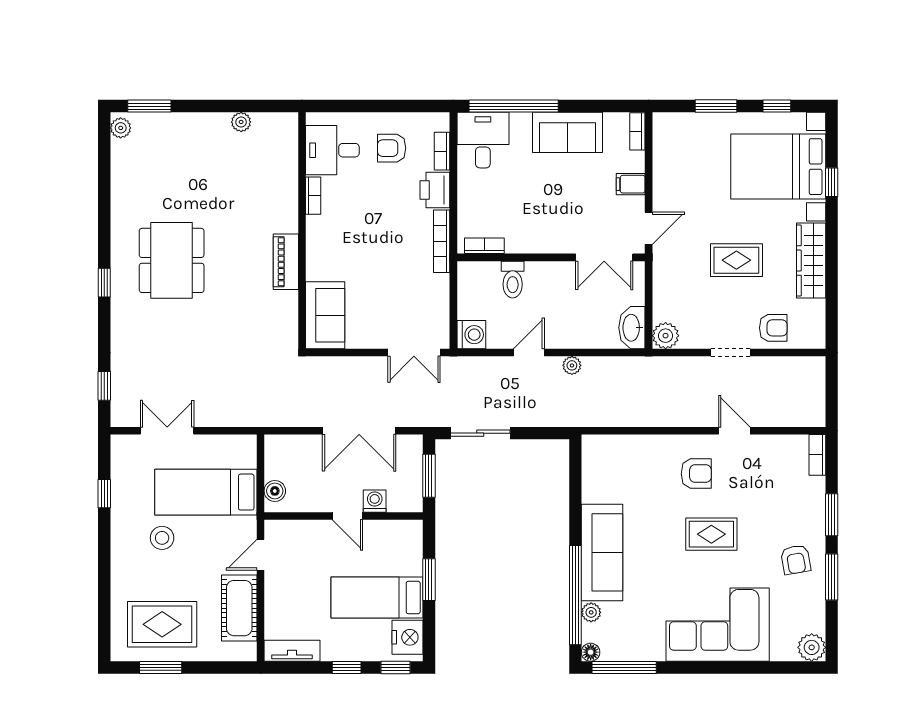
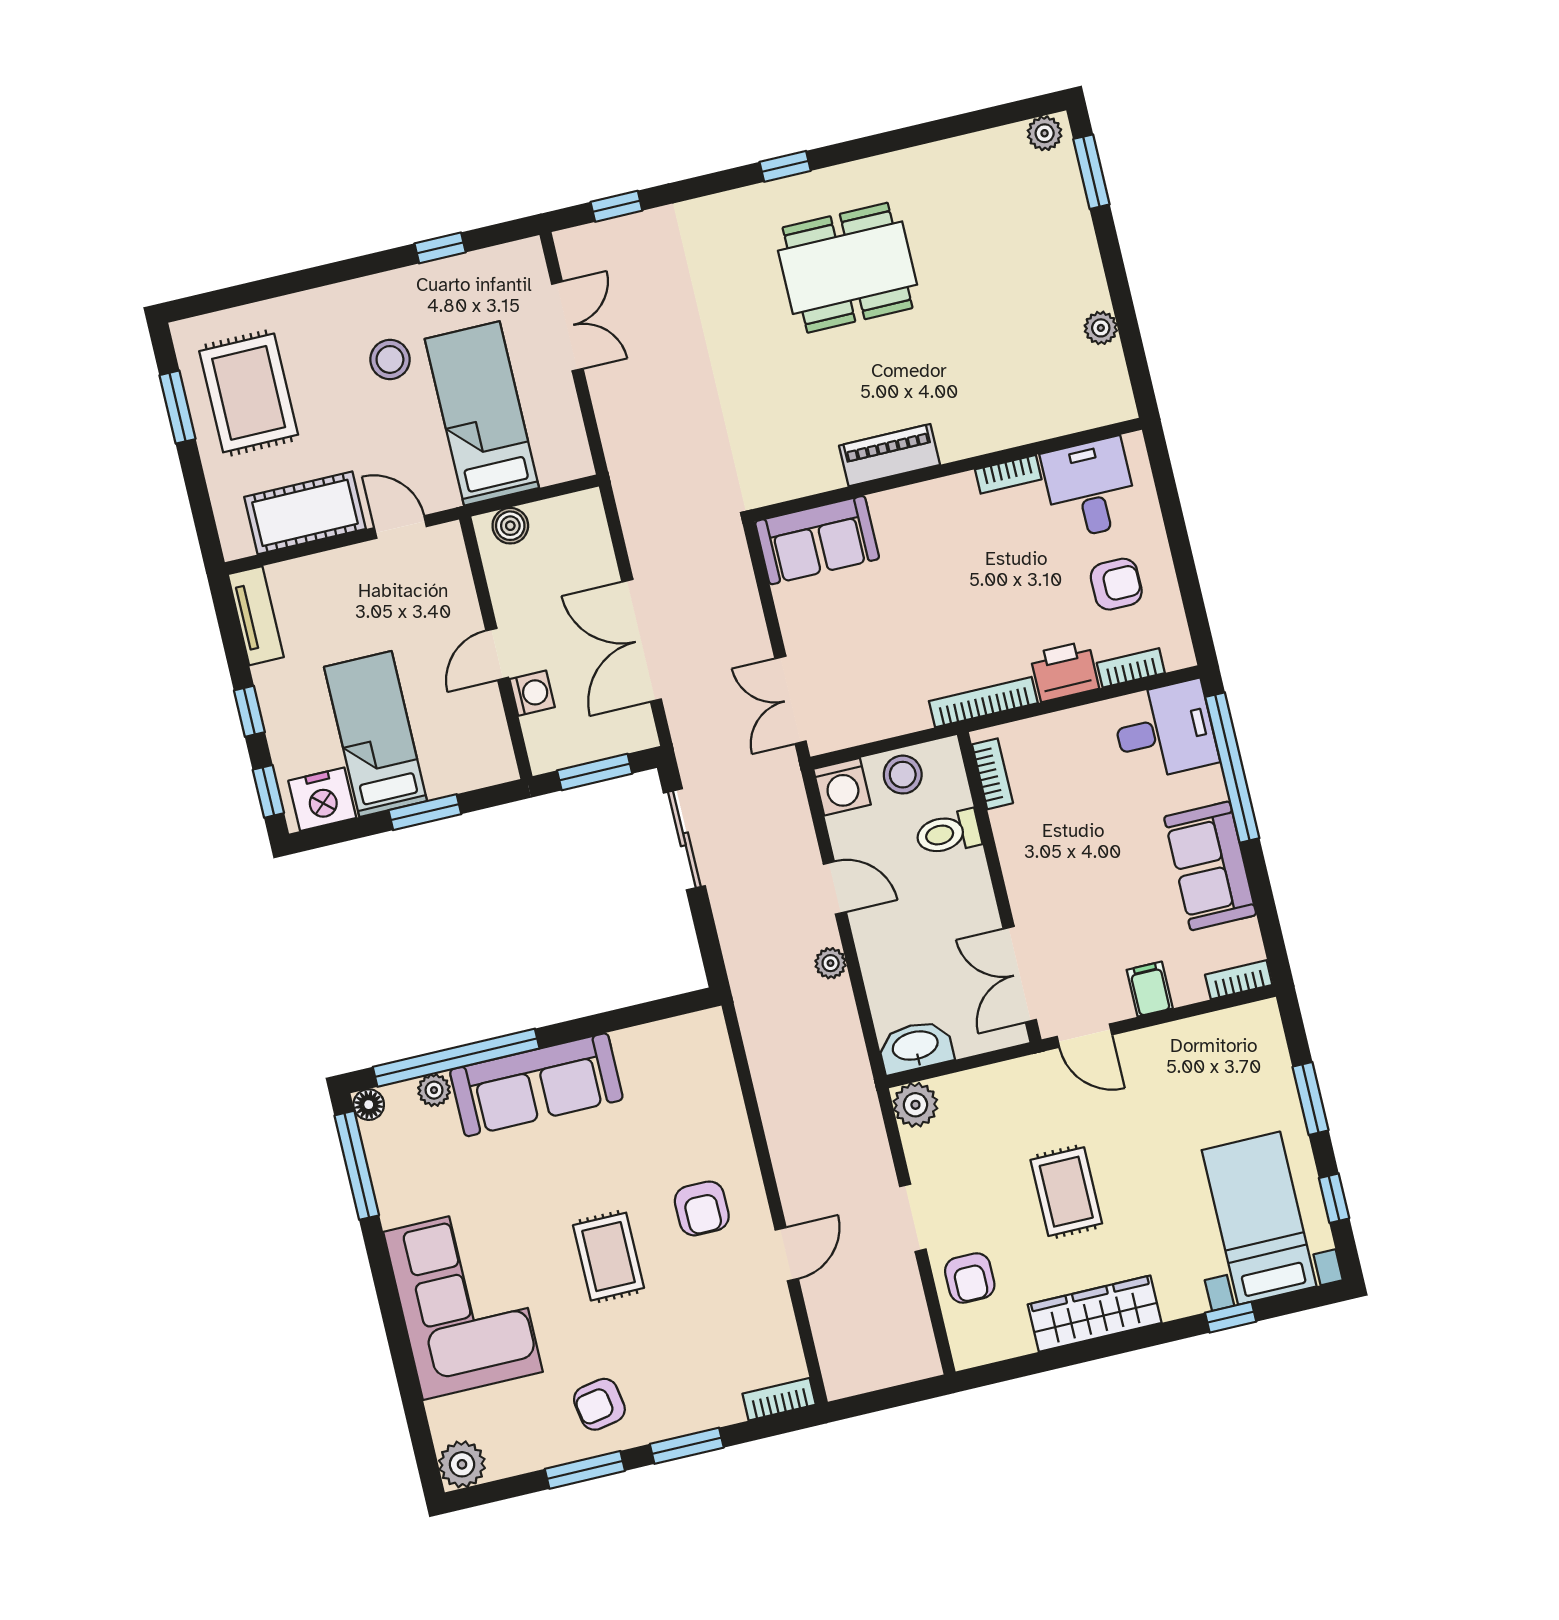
armchair: (392, 148) -> (1116, 584), turned 90
bed with nightstands: (778, 167) -> (1259, 1218), width x0.73
stool: (473, 298) -> (903, 775), added

